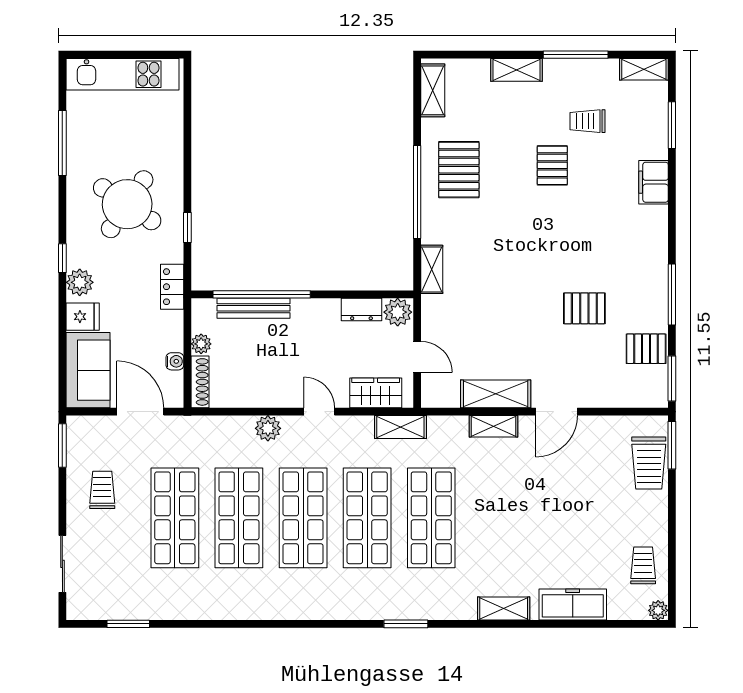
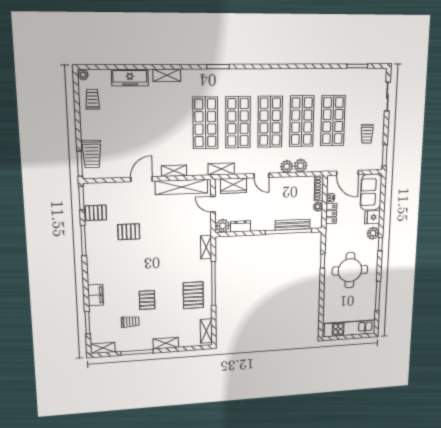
round table: (127, 204) -> (350, 270), turned -34
locker: (172, 287) -> (331, 214), moved
shelving: (496, 394) -> (181, 187), width x1.47
plant: (239, 429) -> (301, 166), added
trolley: (649, 463) -> (92, 154), turned 180
trolley: (643, 565) -> (92, 99), turned 180

